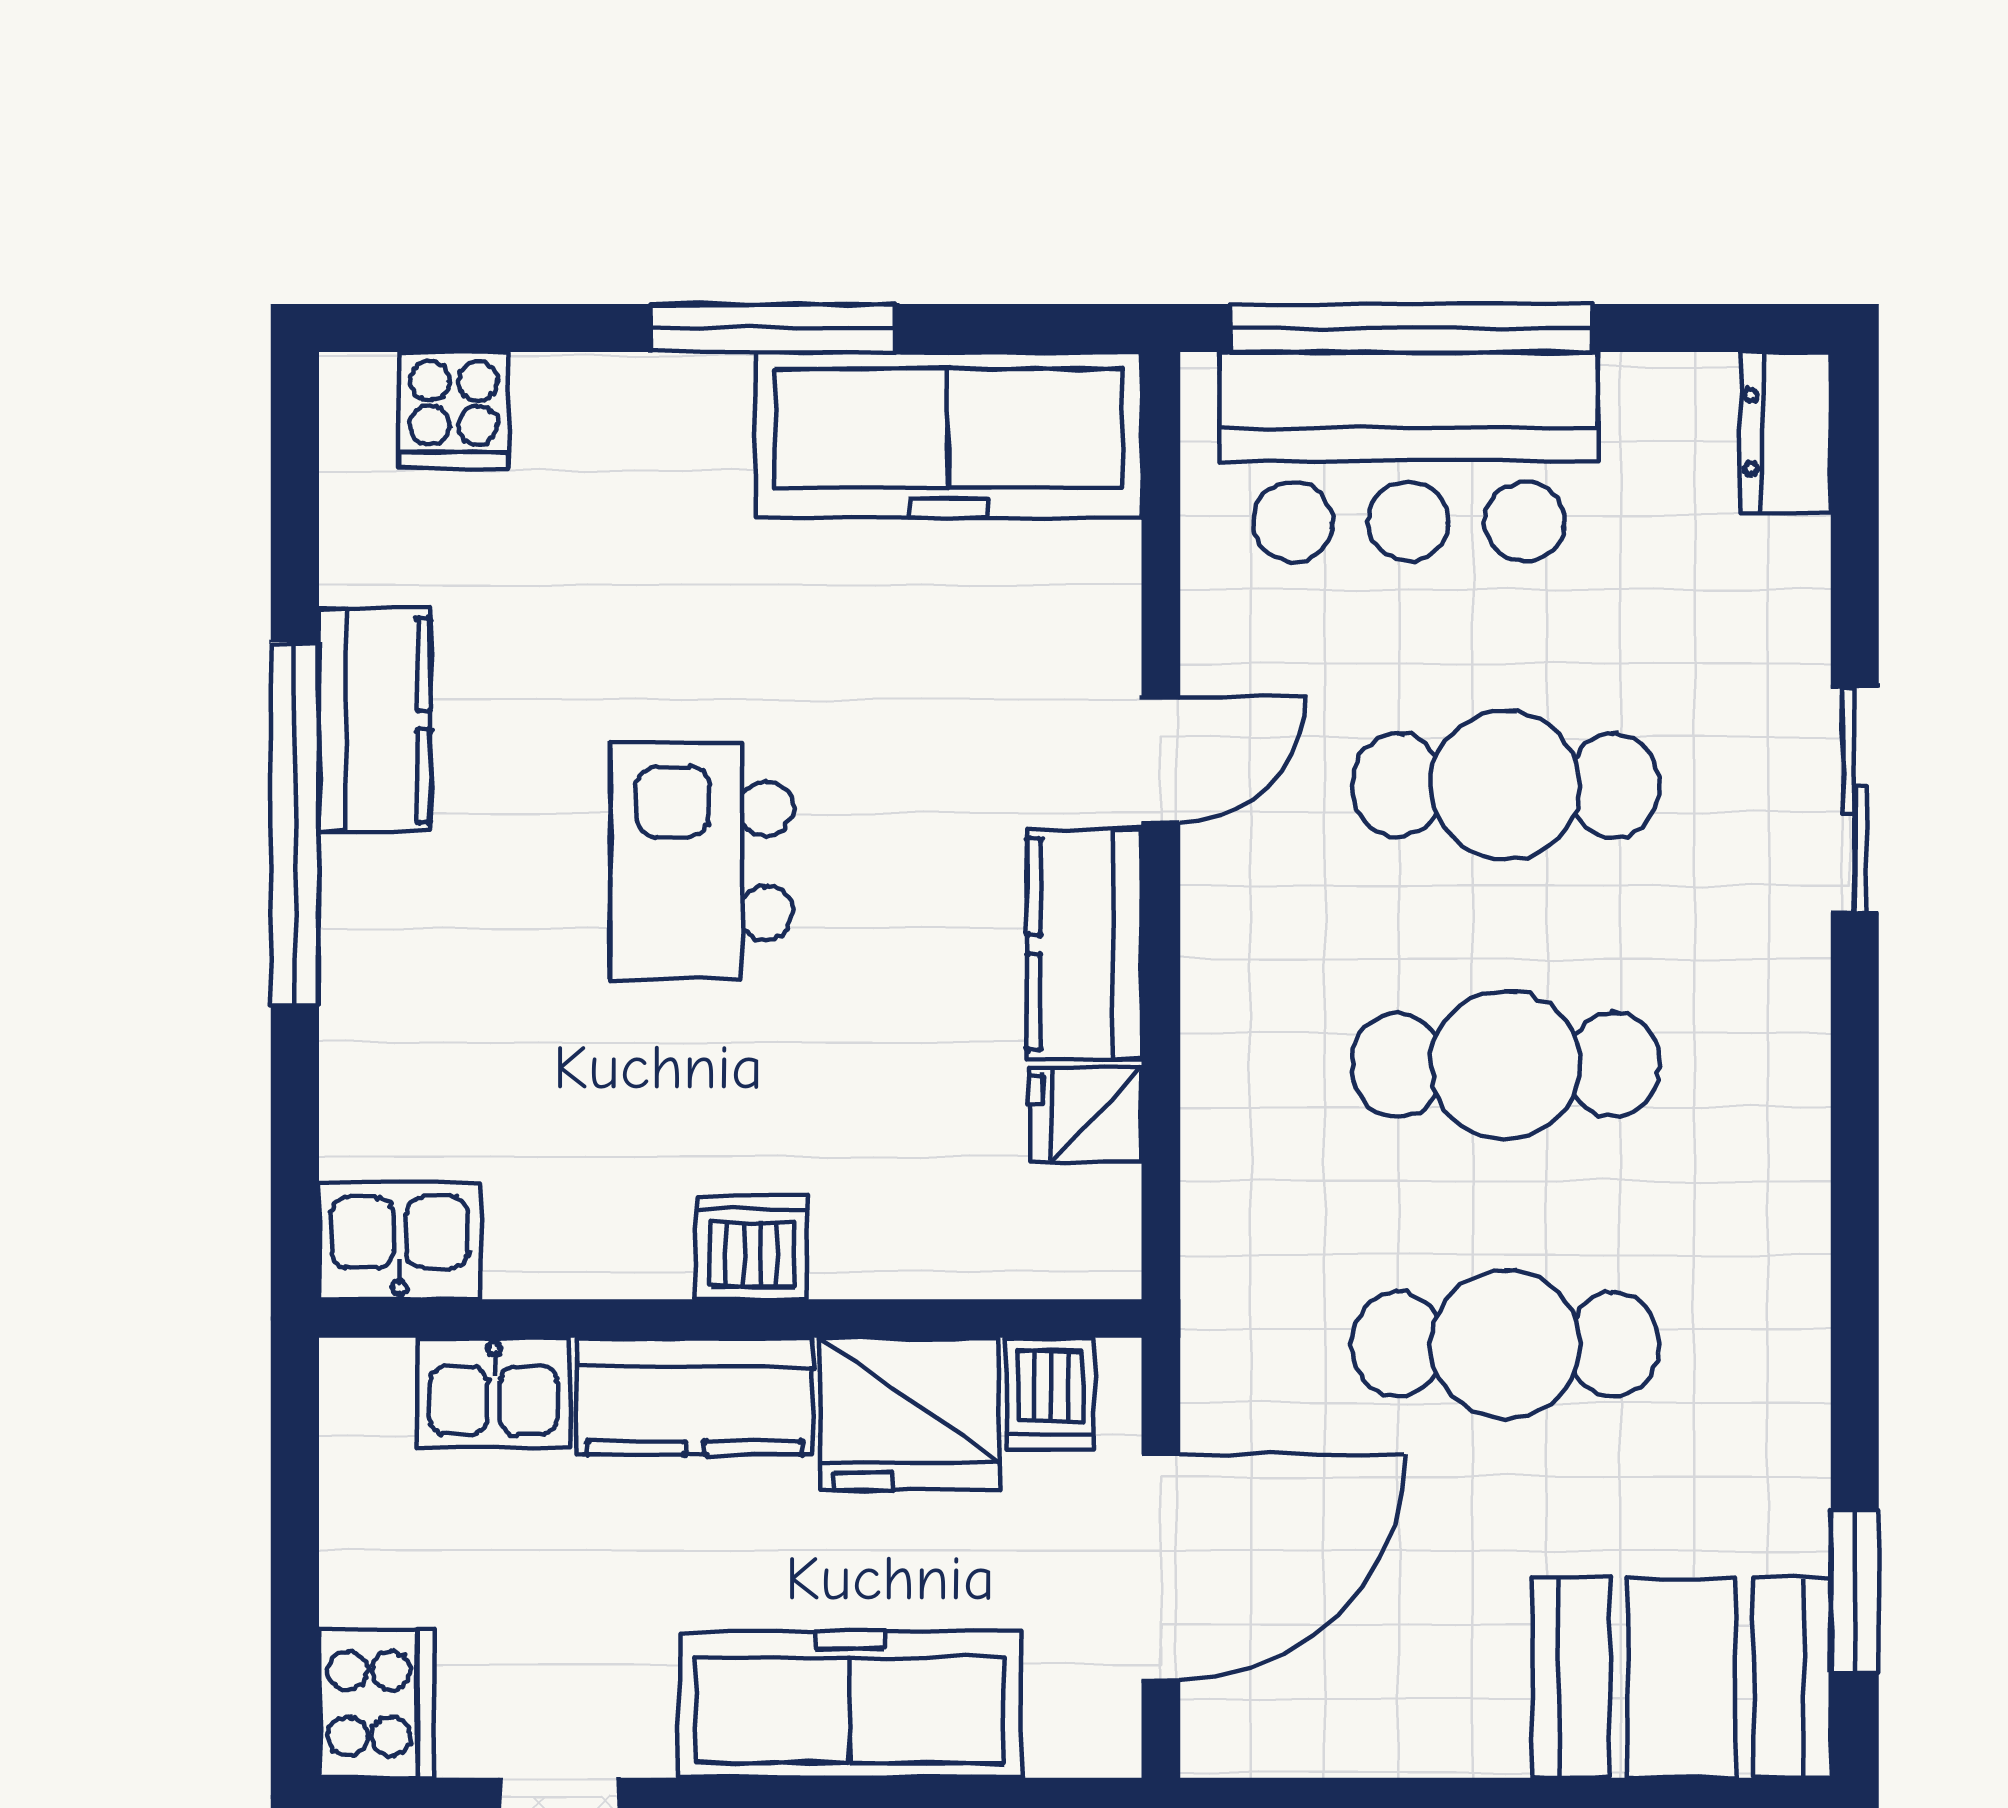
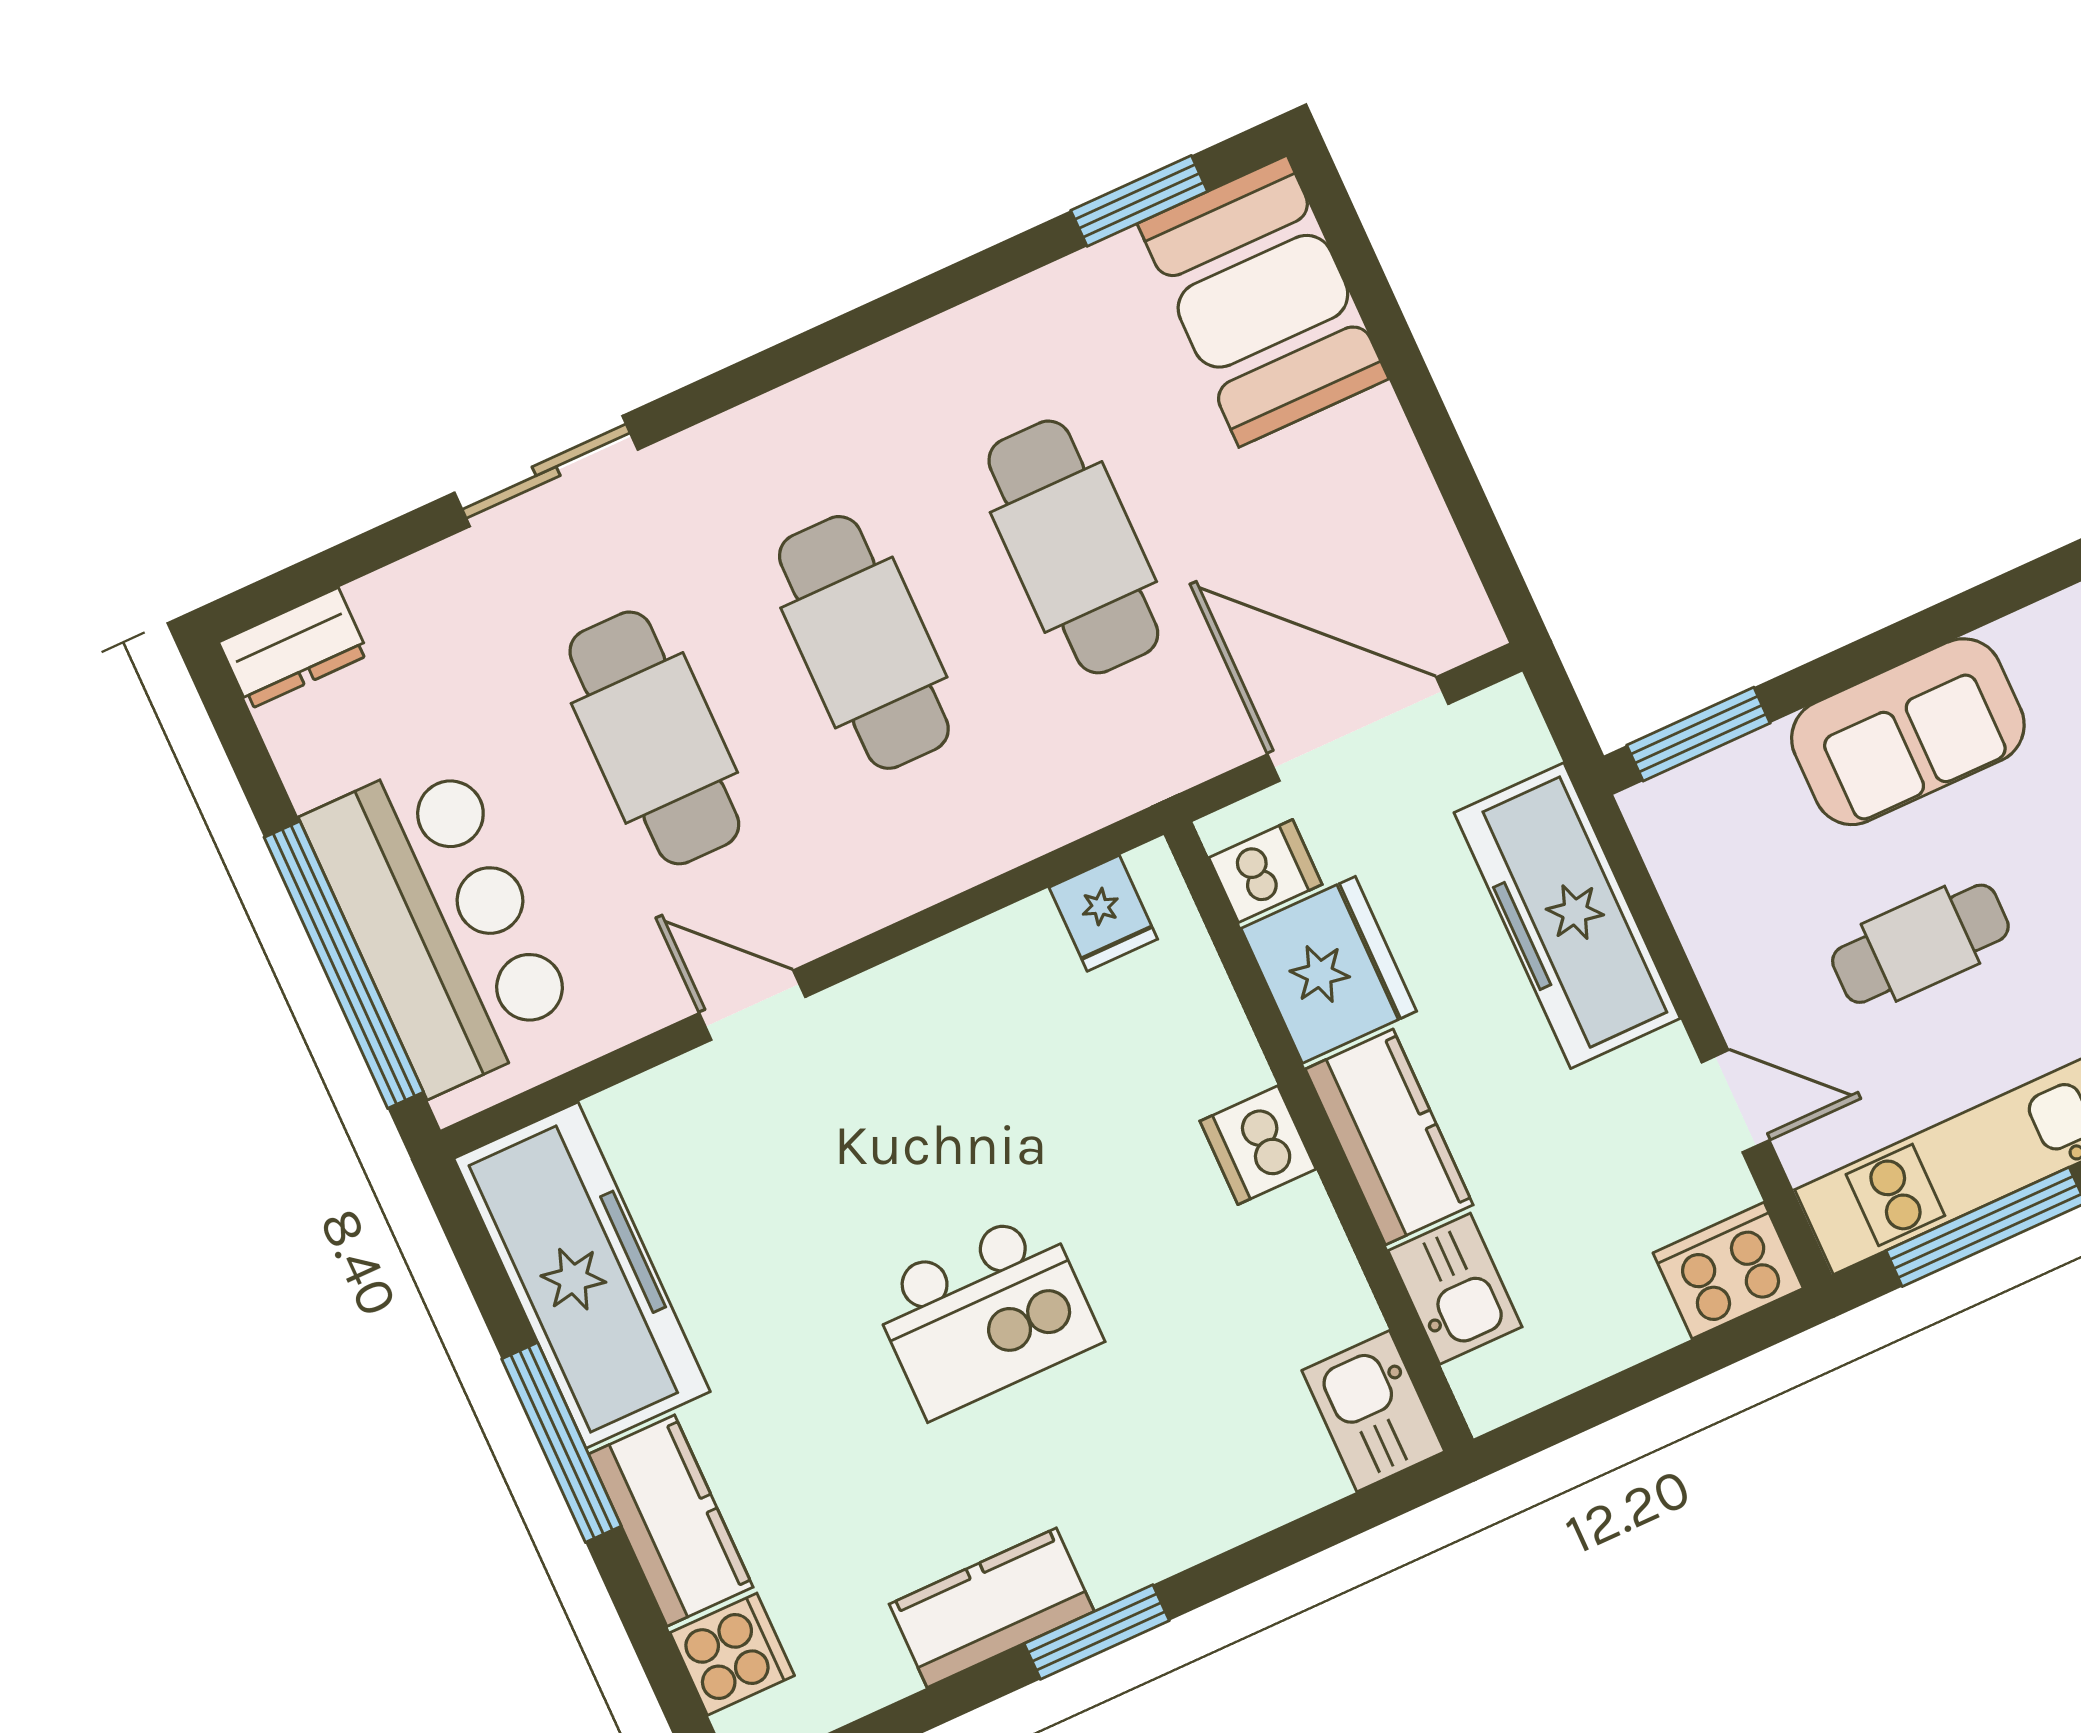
window: (295, 824) -> (1097, 1632), width x0.47
kitchen counter: (1084, 944) -> (671, 1521), moved, turned -90
fridge: (1086, 1114) -> (1103, 913), moved

